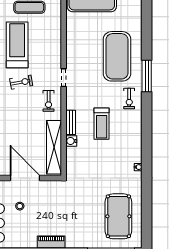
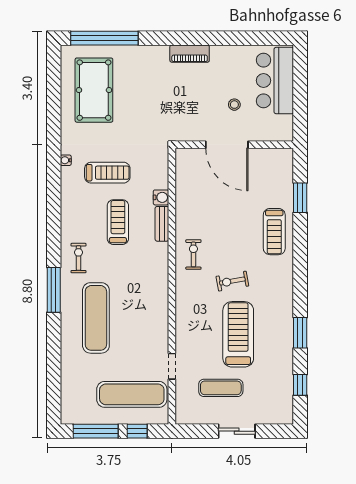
treadmill: (17, 45) -> (238, 334), turned 180
exercise mat: (117, 56) -> (96, 318), width x0.68
doorway: (64, 78) -> (172, 366), moved
shelving: (54, 147) -> (186, 189), removed
treadmill: (109, 158) -> (107, 173), added

